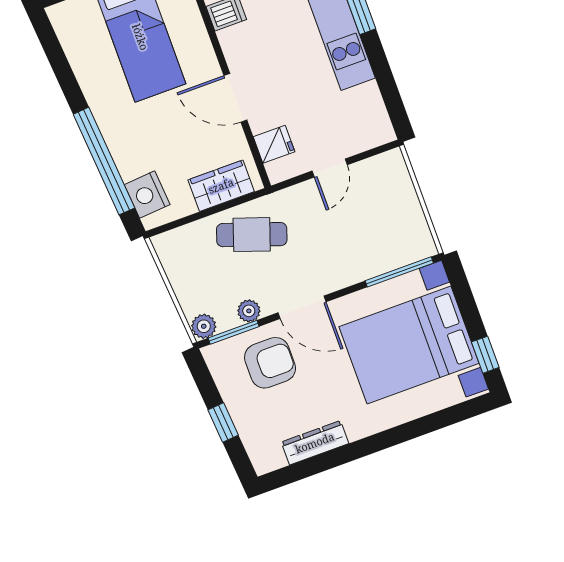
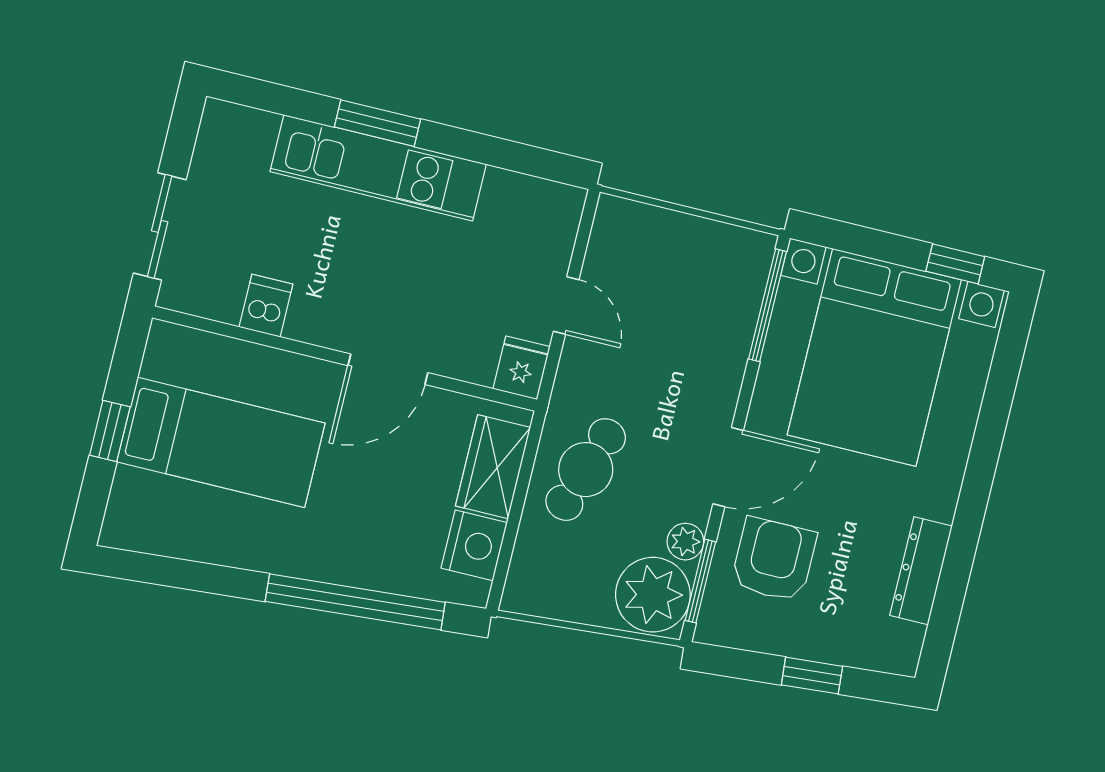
fridge: (274, 144) -> (522, 368), moved
nightstand: (147, 195) -> (474, 545), moved, turned -85
plant: (204, 326) -> (653, 595), width x1.88, depth x1.88

